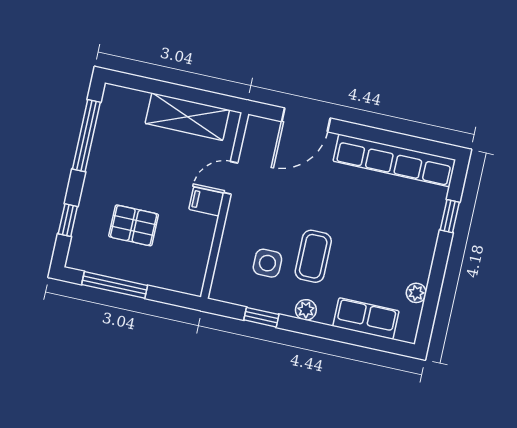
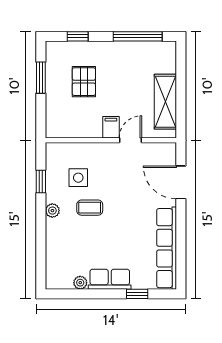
door: (231, 178) -> (130, 140), hinge flipped
coffee table: (313, 256) -> (90, 208), width x0.73, depth x0.77
window: (115, 285) -> (41, 78), width x0.69
row of seats: (366, 319) -> (110, 279), moved, turned -90

